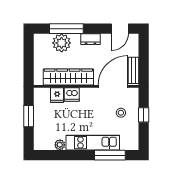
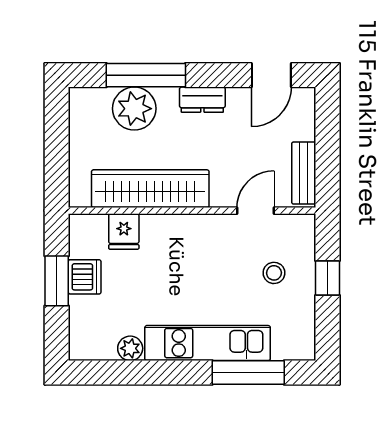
door: (113, 86) -> (255, 211), width x0.53
dishwasher: (72, 94) -> (85, 277), moved, turned -90

